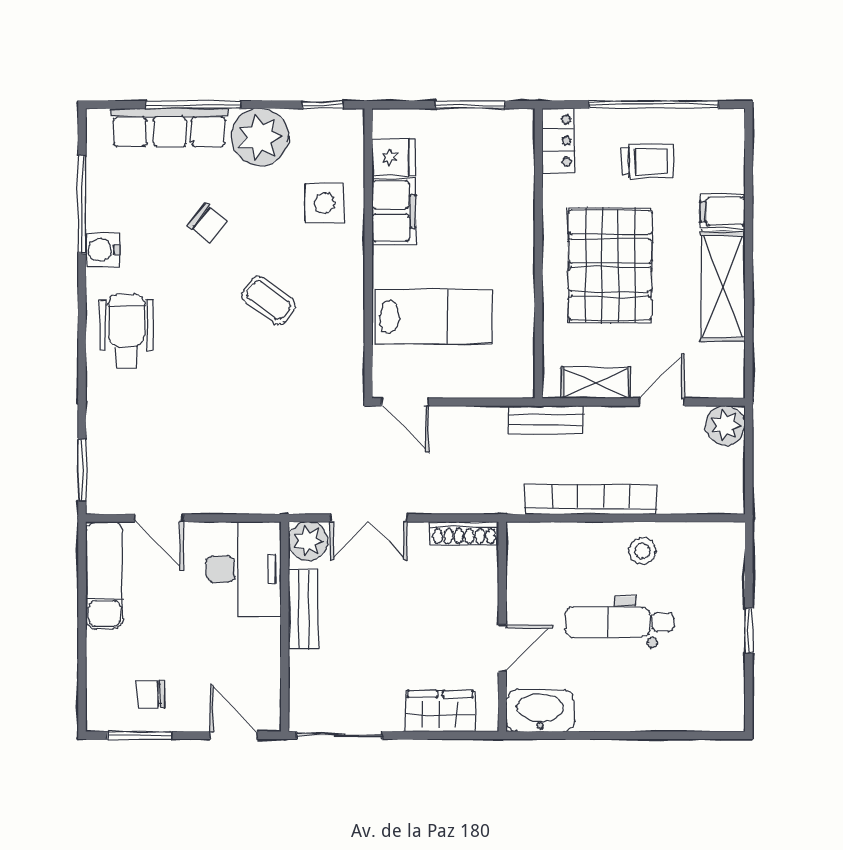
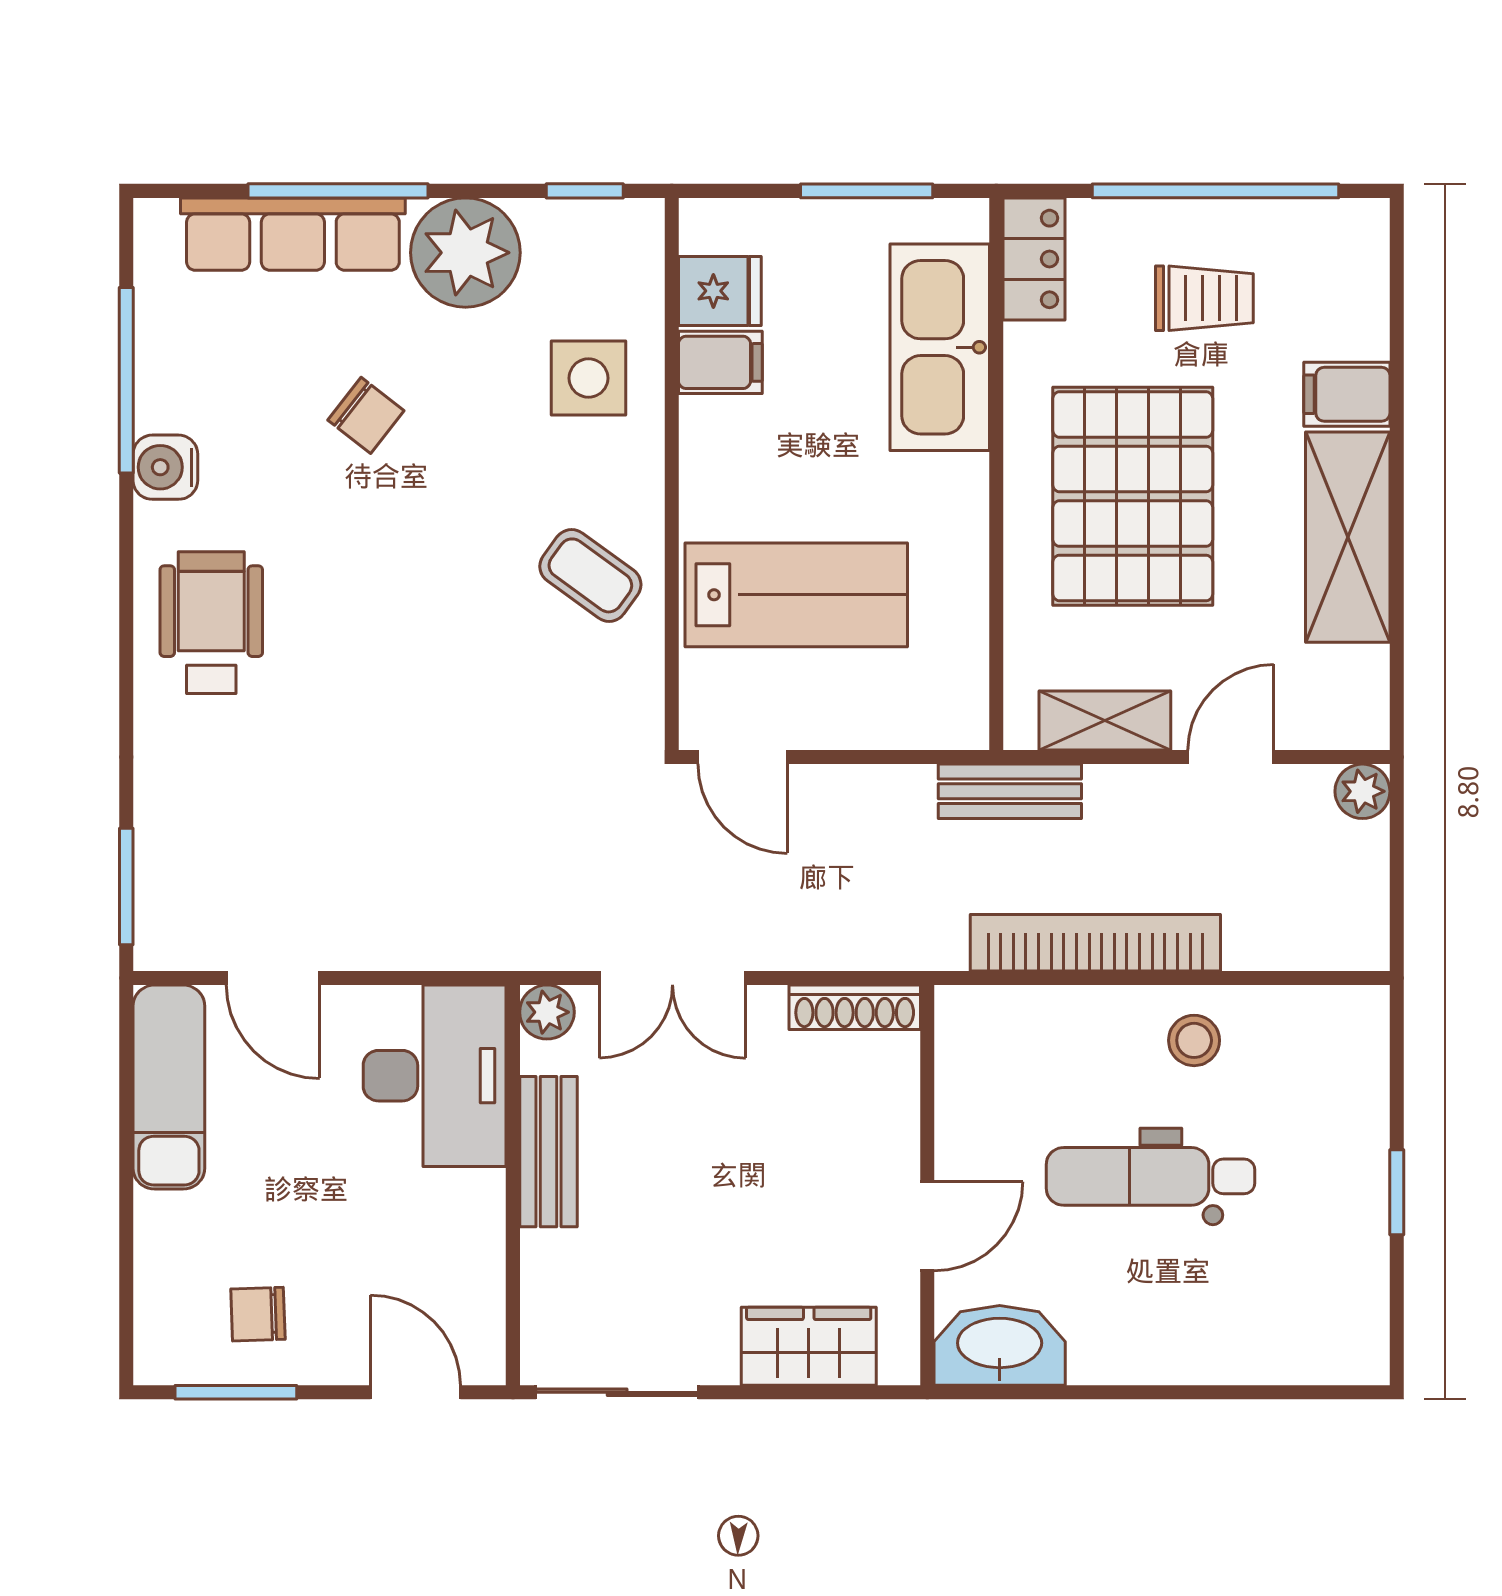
kitchen sink: (509, 187) -> (940, 347), added
filing cabinet: (394, 211) -> (720, 362), width x0.50
coffee table: (268, 300) -> (590, 575), moved
plant: (725, 425) -> (1362, 791), width x0.73, depth x0.73
plant: (308, 541) -> (547, 1012), width x0.73, depth x0.73

